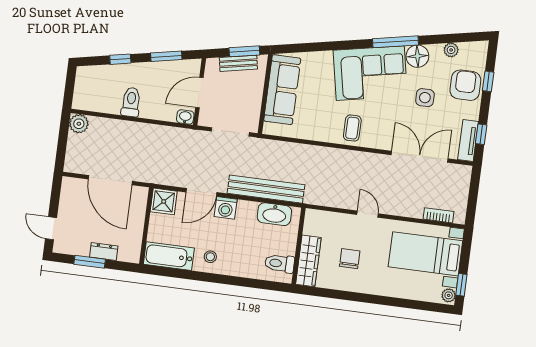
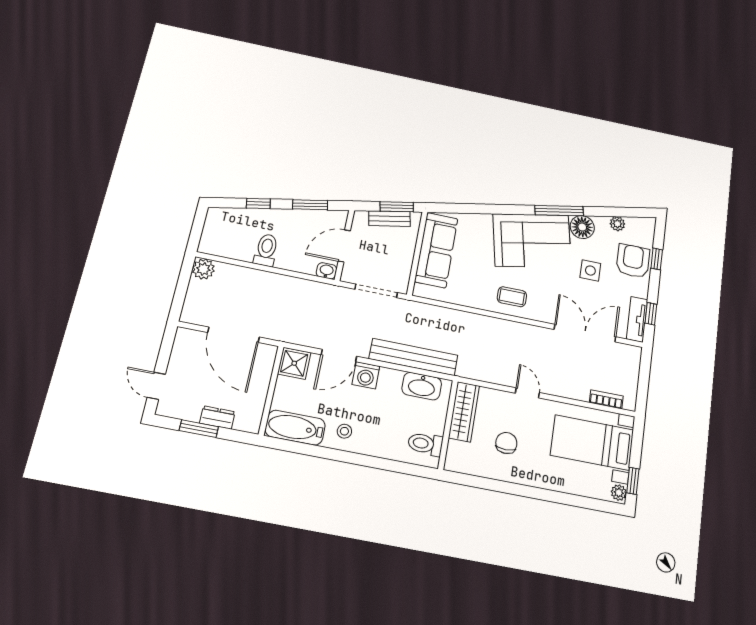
coffee table: (352, 128) -> (512, 297), turned 90
wardrobe: (308, 261) -> (464, 412), moved

